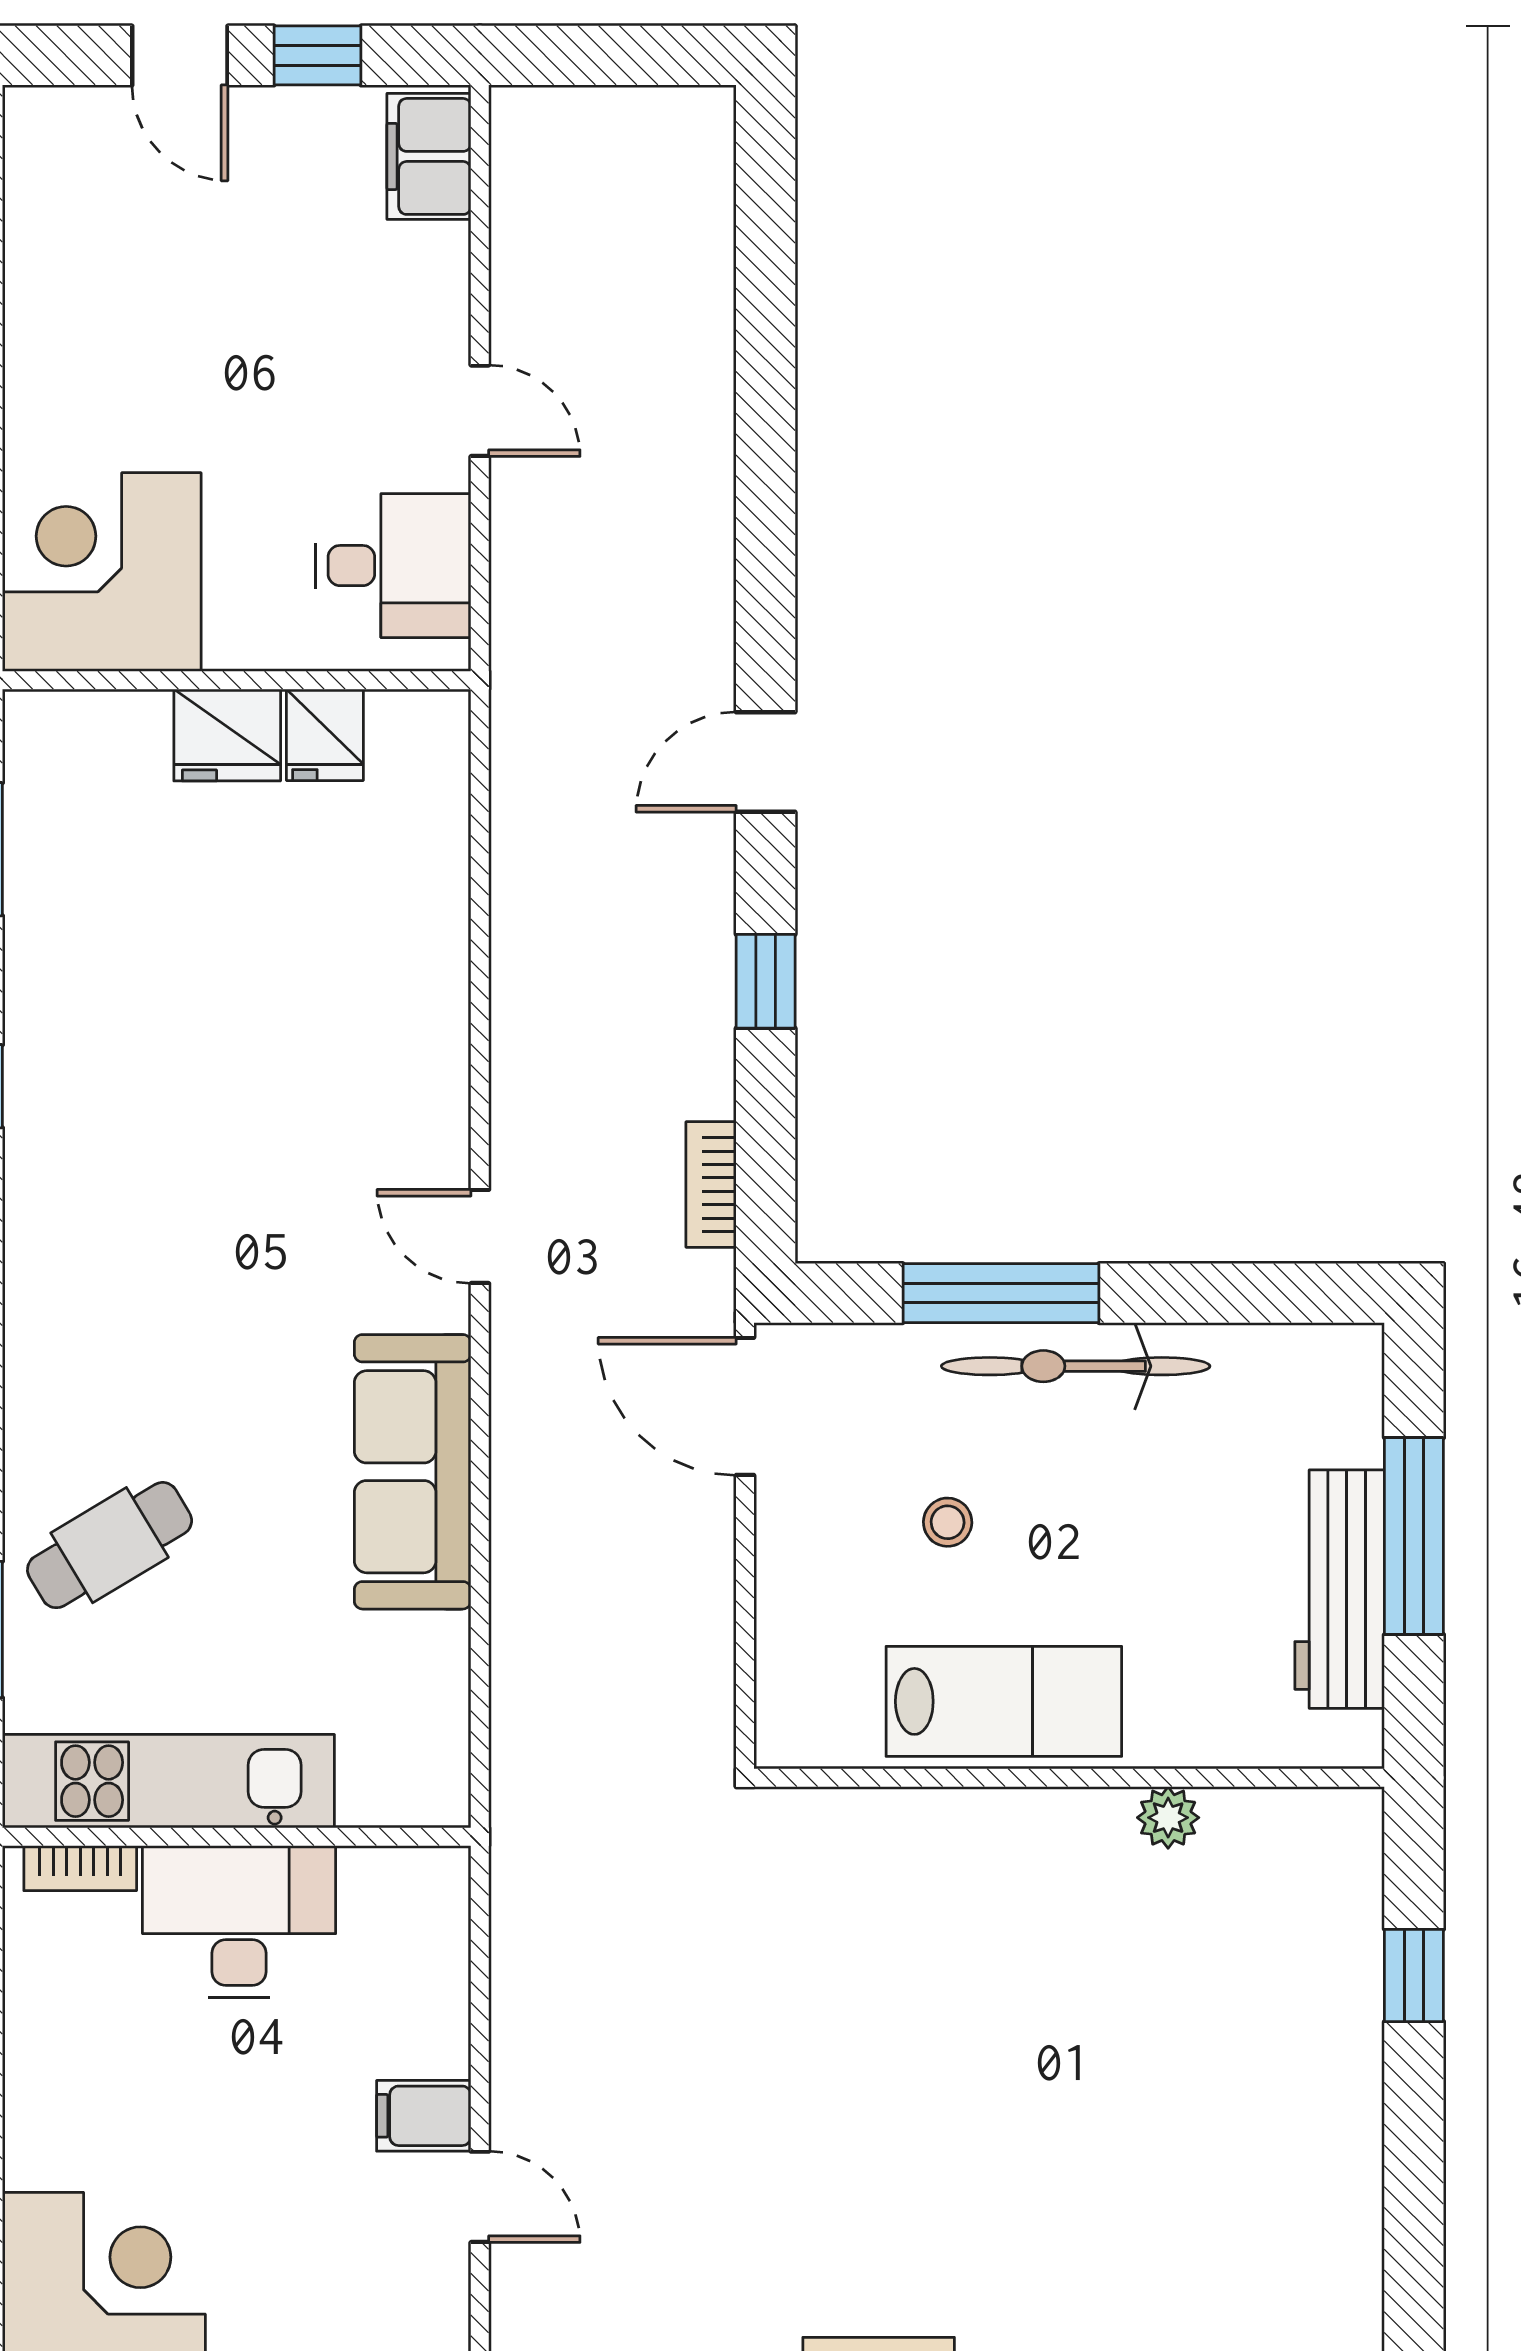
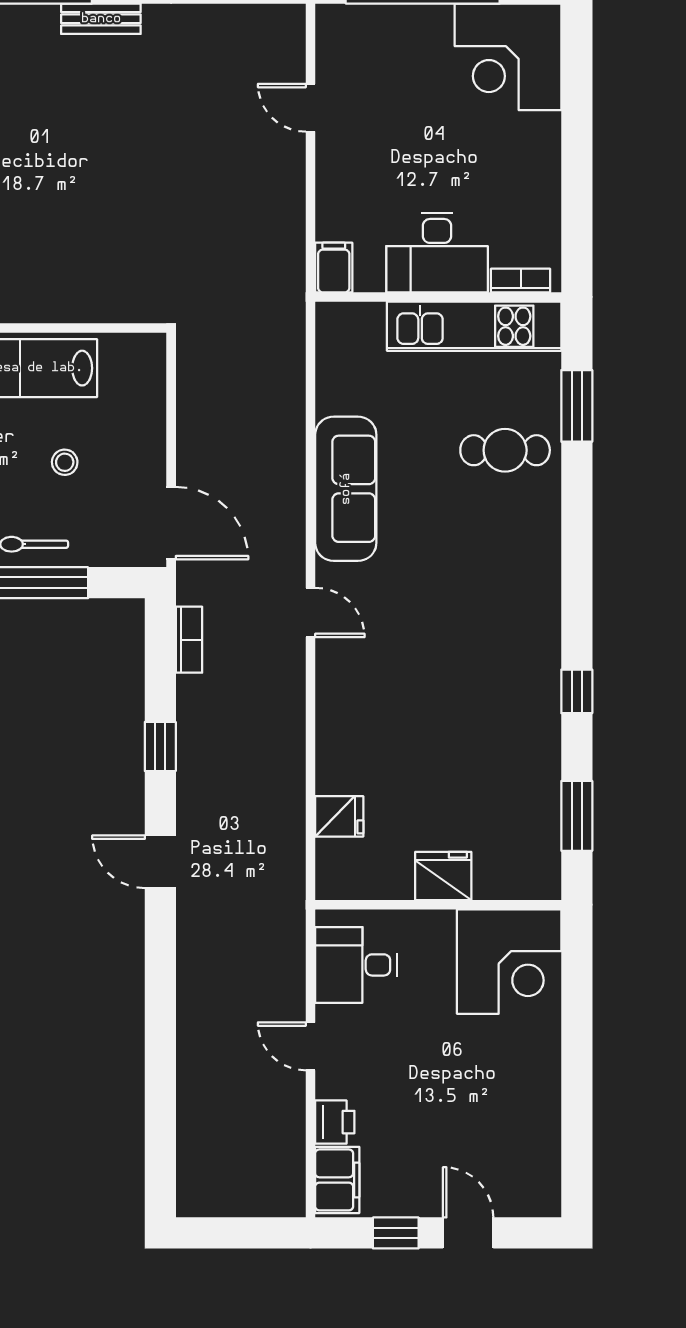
printer: (434, 266) -> (335, 1122), added
fridge: (325, 735) -> (339, 816), moved, turned 90
door: (766, 762) -> (160, 862), swing flipped
cafe table: (110, 1545) -> (505, 450), turned 31
filing cabinet: (424, 2116) -> (334, 268), moved, turned -90

